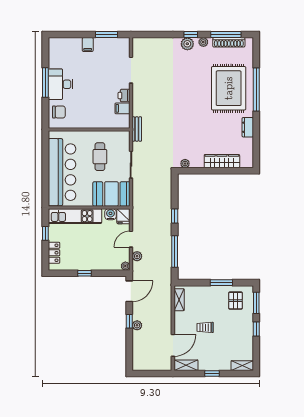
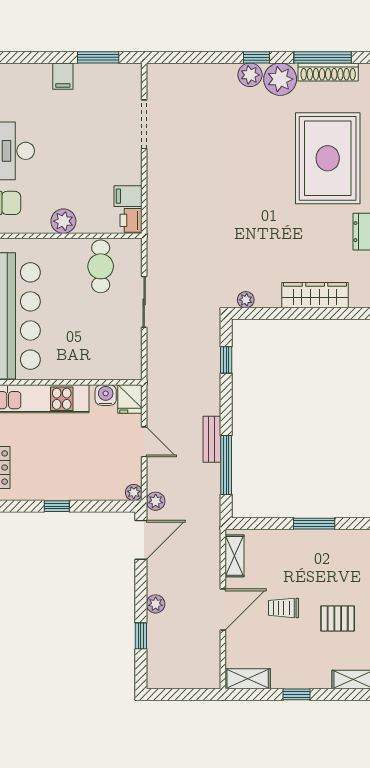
plant: (203, 42) -> (280, 79), width x1.87, depth x1.87
printer: (124, 96) -> (131, 220), moved
plant: (88, 122) -> (63, 221), added
bench: (137, 129) -> (212, 439), moved
cafe table: (100, 157) -> (101, 266), moved
booth: (111, 194) -> (107, 357), removed
window: (175, 216) -> (226, 360), moved
door: (131, 239) -> (144, 442), swing flipped
plant: (137, 256) -> (156, 501), moved
pallet: (236, 301) -> (338, 619), moved, turned 90
window: (129, 321) -> (141, 636), moved
door: (173, 345) -> (223, 609), moved

